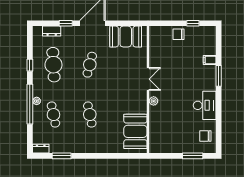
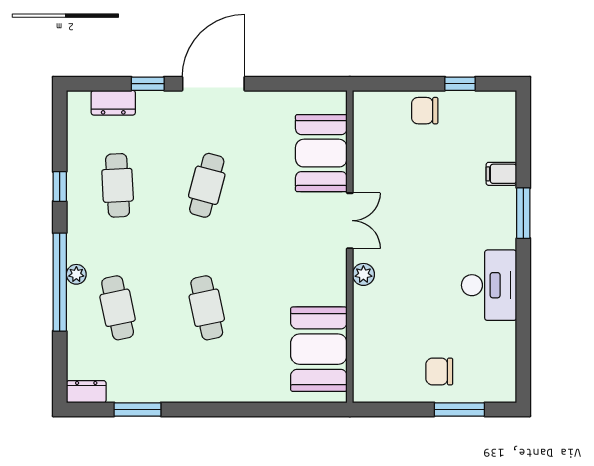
booth: (126, 37) -> (321, 153), moved, turned 90
cafe table: (53, 65) -> (118, 185), width x0.73, depth x0.74
chair: (205, 136) -> (439, 372), moved

